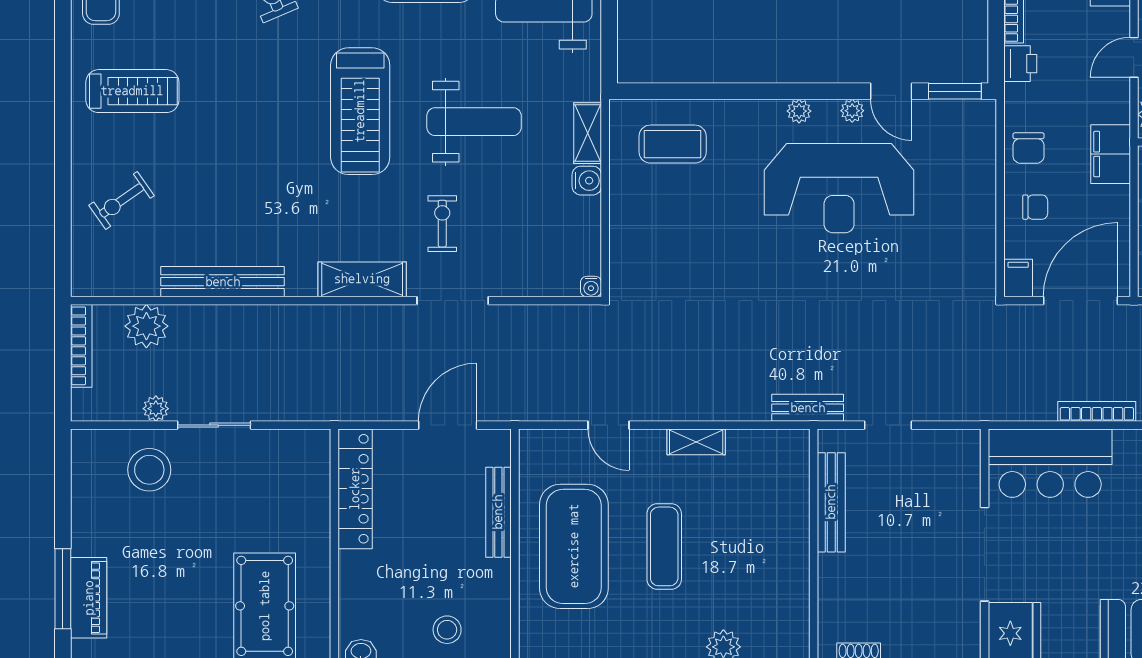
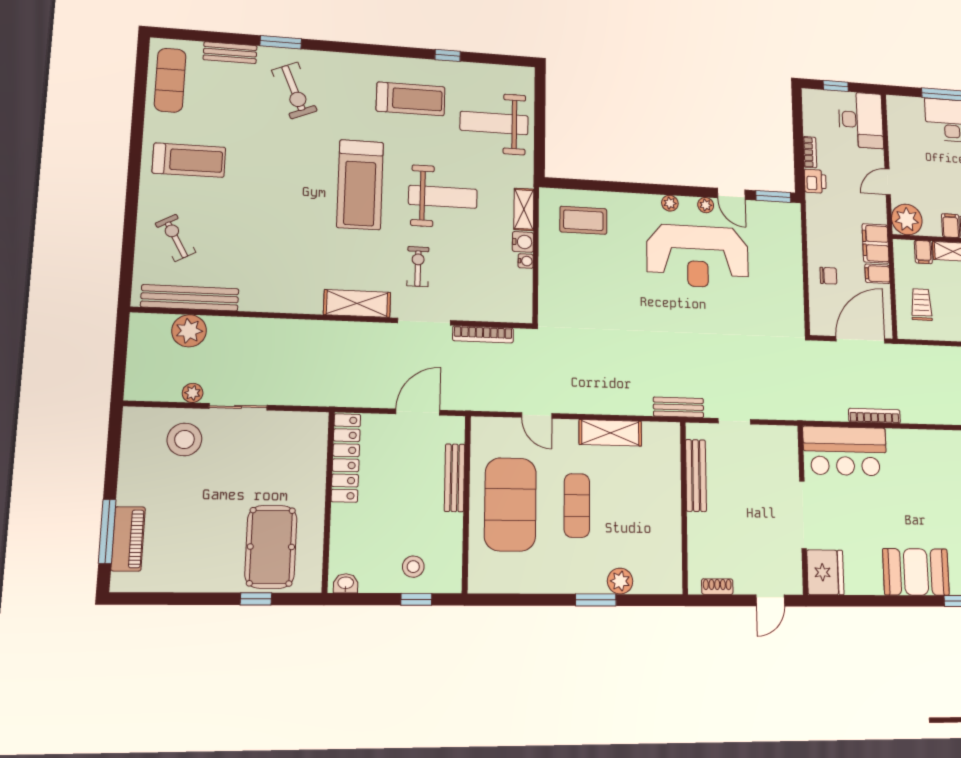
chair: (1029, 148) -> (823, 236), removed
exercise bike: (122, 200) -> (175, 238), turned 96
filing cabinet: (1018, 278) -> (877, 274), moved, turned -90
bench: (223, 282) -> (190, 298), moved
water cooler: (591, 287) -> (526, 261), moved, turned -90
bookcase: (81, 346) -> (483, 334), moved, turned 90
shelving: (696, 442) -> (610, 433), width x1.50, depth x1.33

